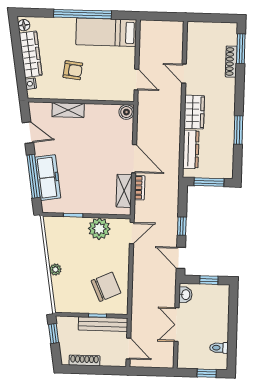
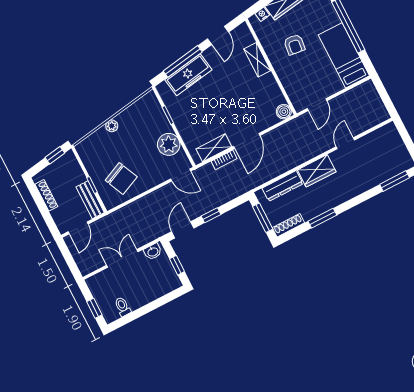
shoe rack: (231, 62) -> (288, 225), moved
bench: (103, 324) -> (90, 200), width x0.73

